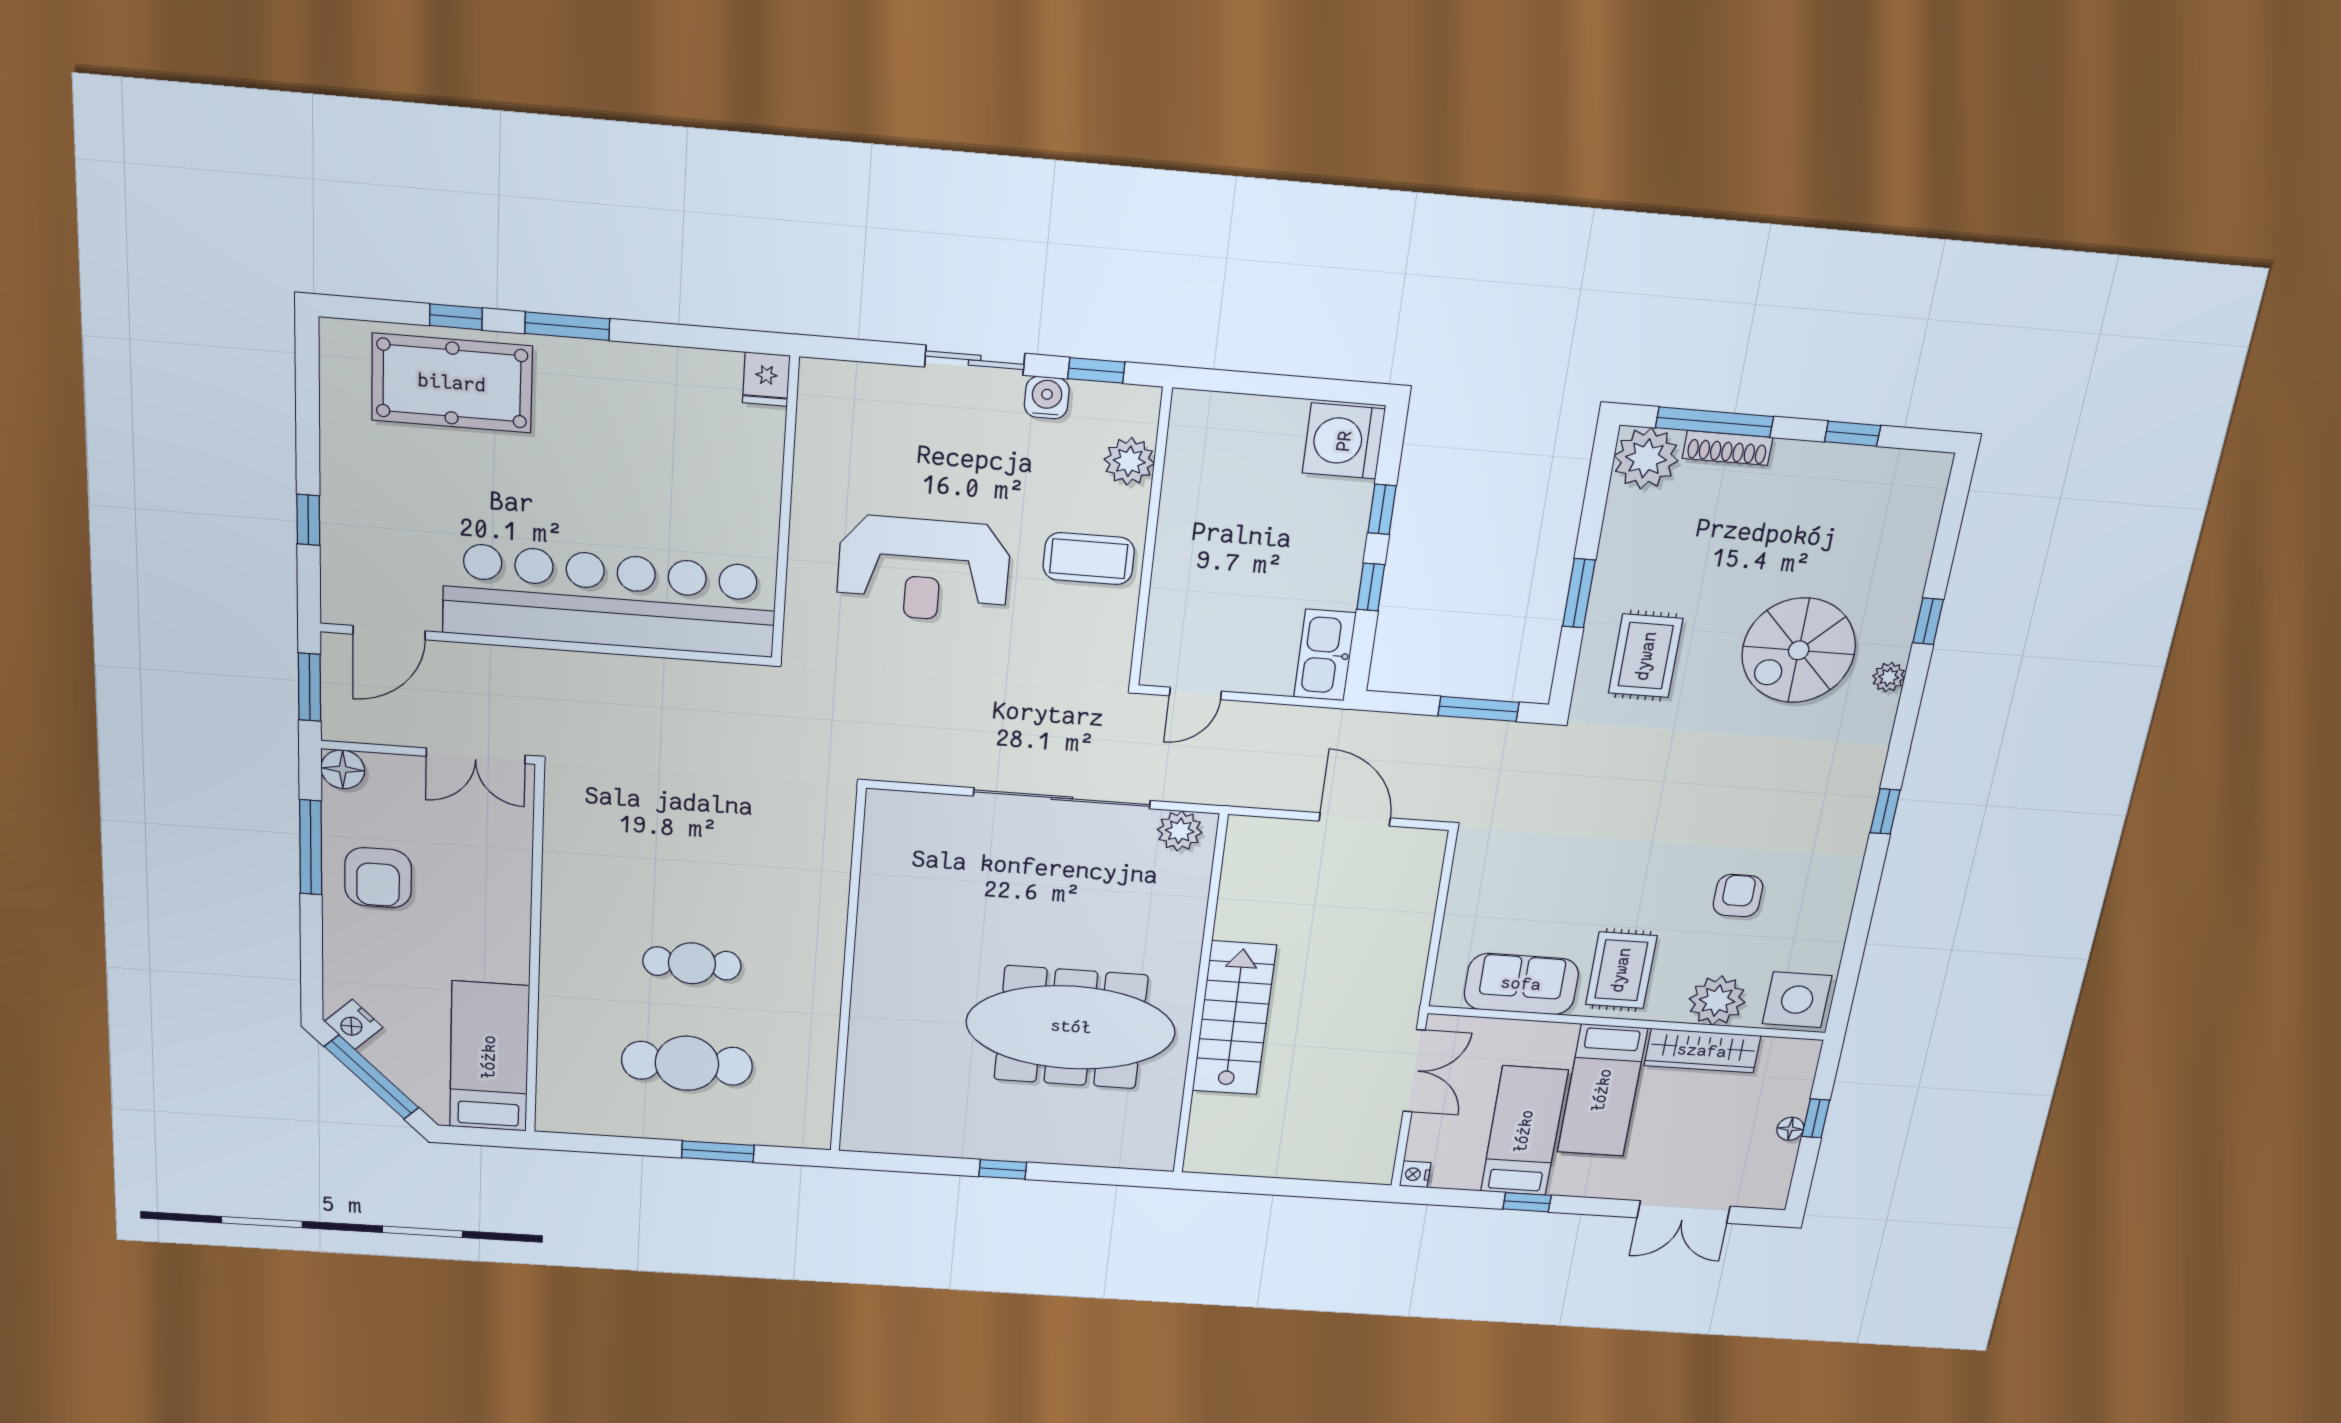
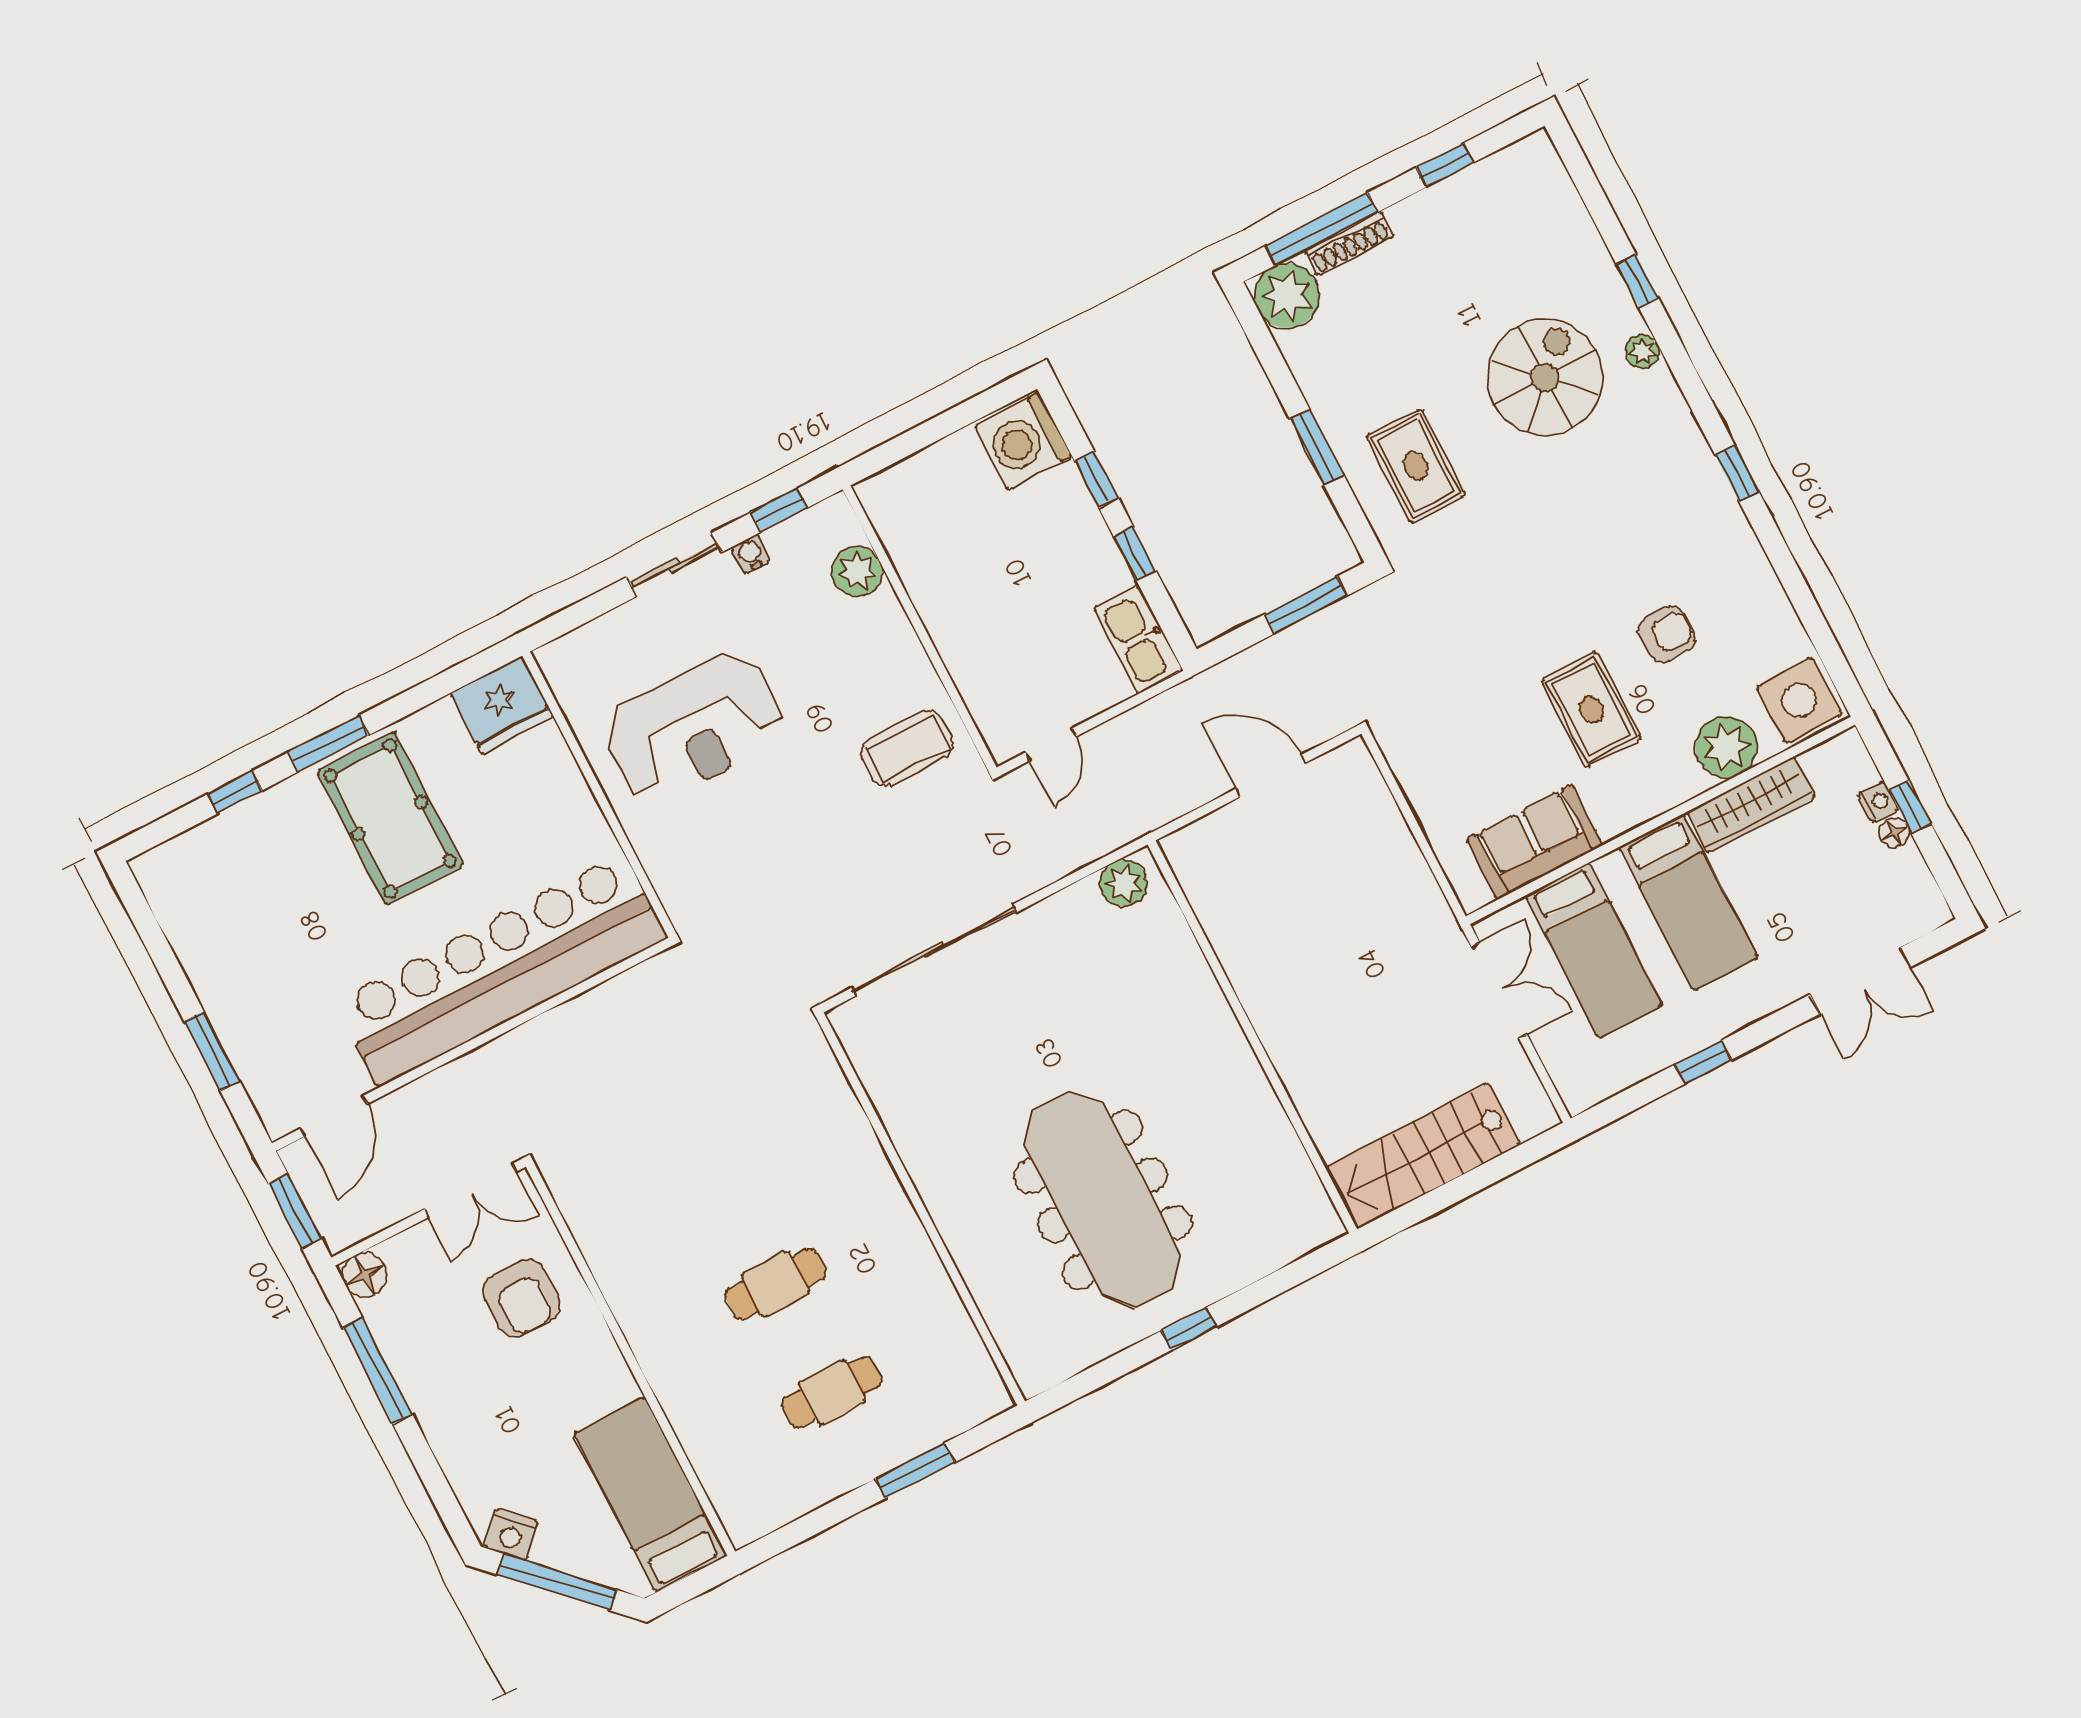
fridge: (766, 379) -> (502, 705), width x1.88, depth x1.34
pool table: (452, 383) -> (390, 818), moved, turned 90
water cooler: (1047, 398) -> (751, 554), width x0.72, depth x0.72
window: (308, 520) -> (212, 1051), width x1.50
coffee table: (1089, 559) -> (907, 749), moved
reception desk: (924, 569) -> (694, 727), moved
spiral stairs: (1799, 650) -> (1545, 377), turned 180
sliding door: (1062, 798) -> (934, 950), moved
armchair: (378, 878) -> (521, 1298), moved
armchair: (1738, 896) -> (1667, 634), turned 90
rug: (1621, 970) -> (1591, 709), moved
stairs: (1234, 1018) -> (1423, 1156), moved, turned -90
meeting table: (1071, 1027) -> (1102, 1200), moved, turned 90
cafe table: (687, 1063) -> (832, 1392), width x0.73, depth x0.74
bed: (1524, 1131) -> (1594, 950), moved, turned 180
nightstand: (1415, 1174) -> (1878, 802), moved, turned 180

